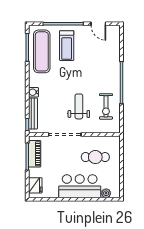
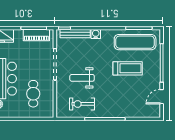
treadmill: (67, 46) -> (128, 68), moved, turned 180
weight bench: (79, 106) -> (82, 78), turned 180

